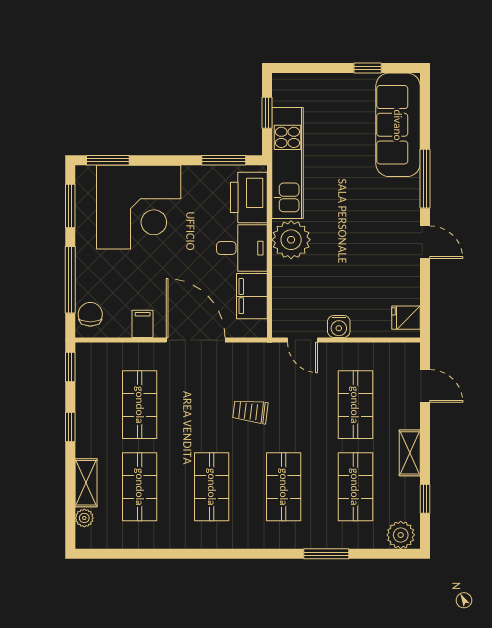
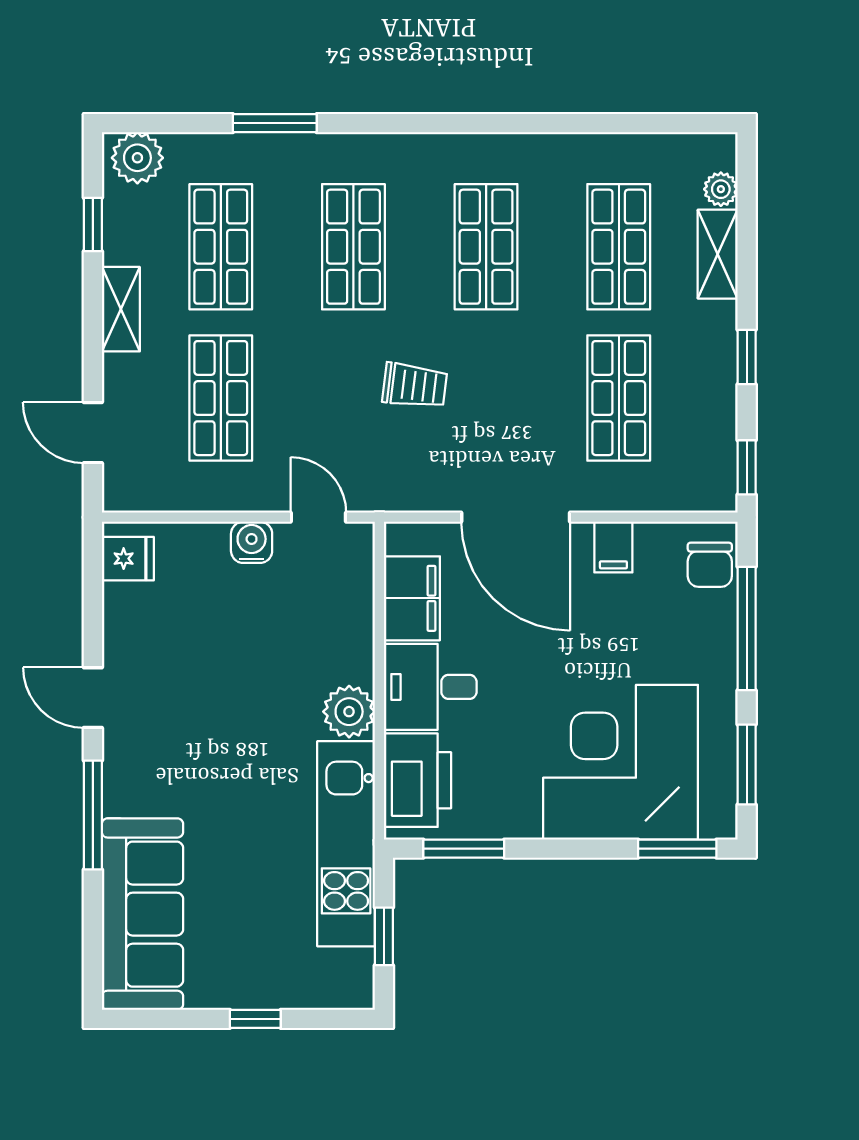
window: (368, 68) -> (255, 1019), moved
plant: (291, 240) -> (349, 712), width x0.73, depth x0.73

